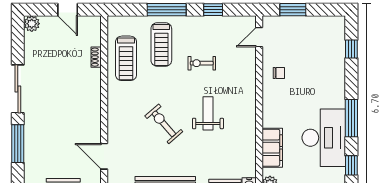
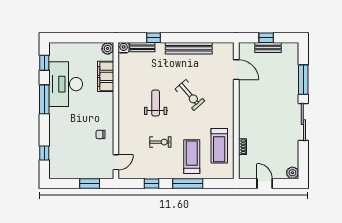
treadmill: (126, 58) -> (219, 146), turned 180
weight bench: (208, 113) -> (156, 103), turned 180

